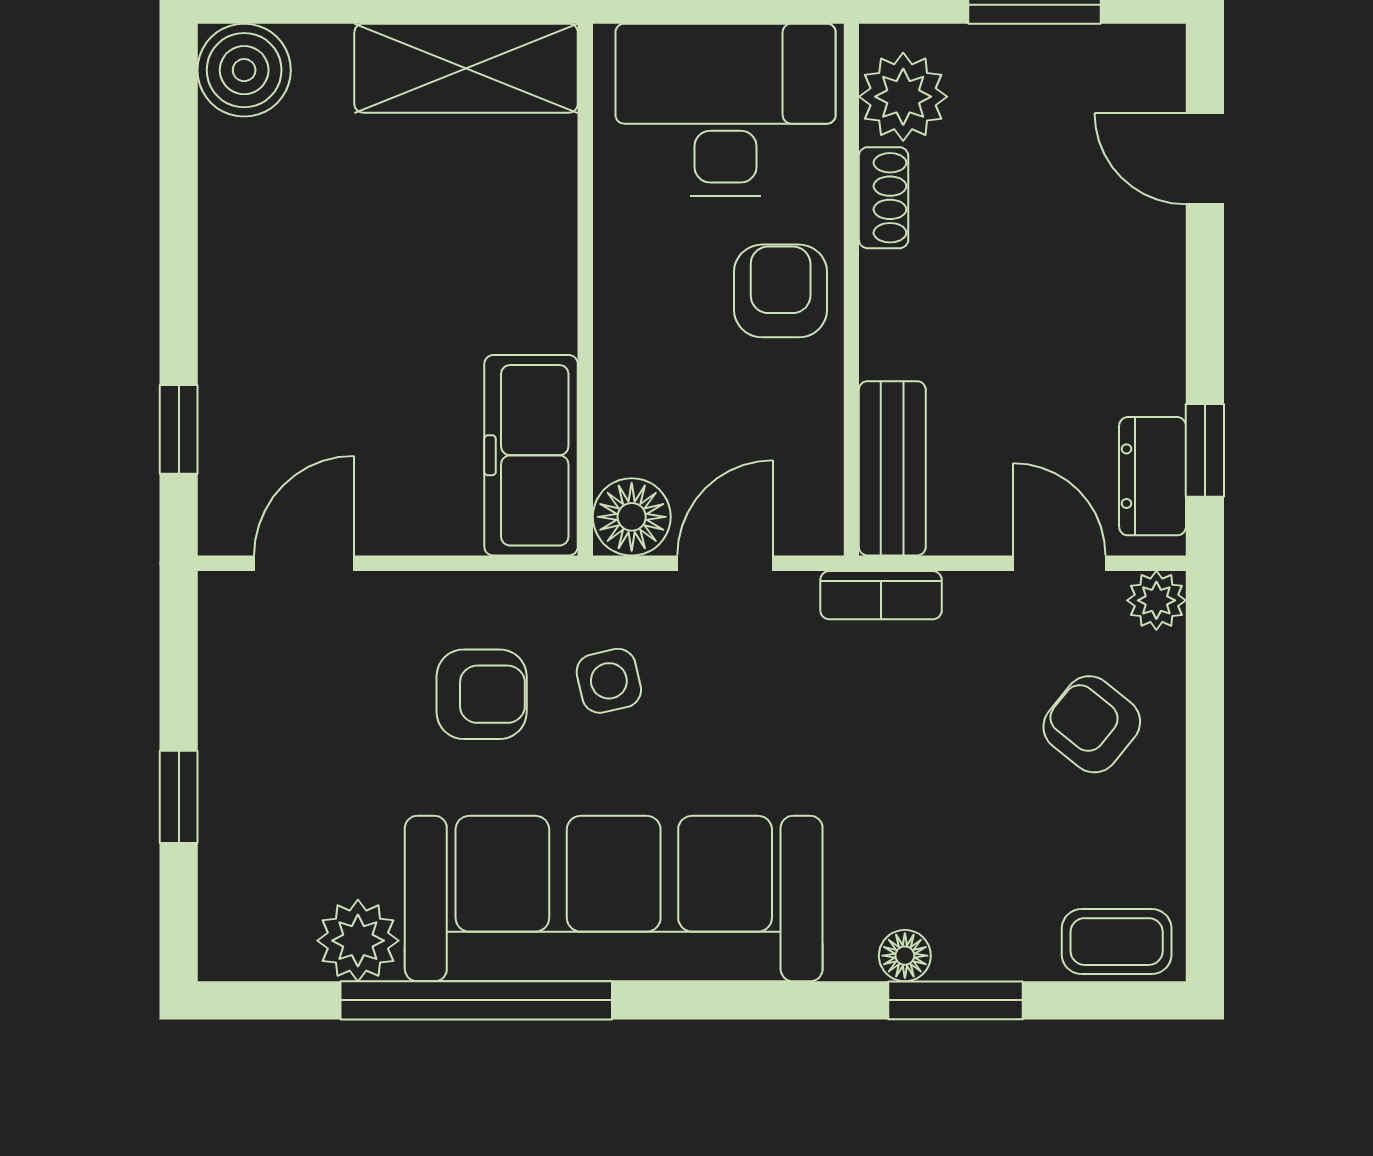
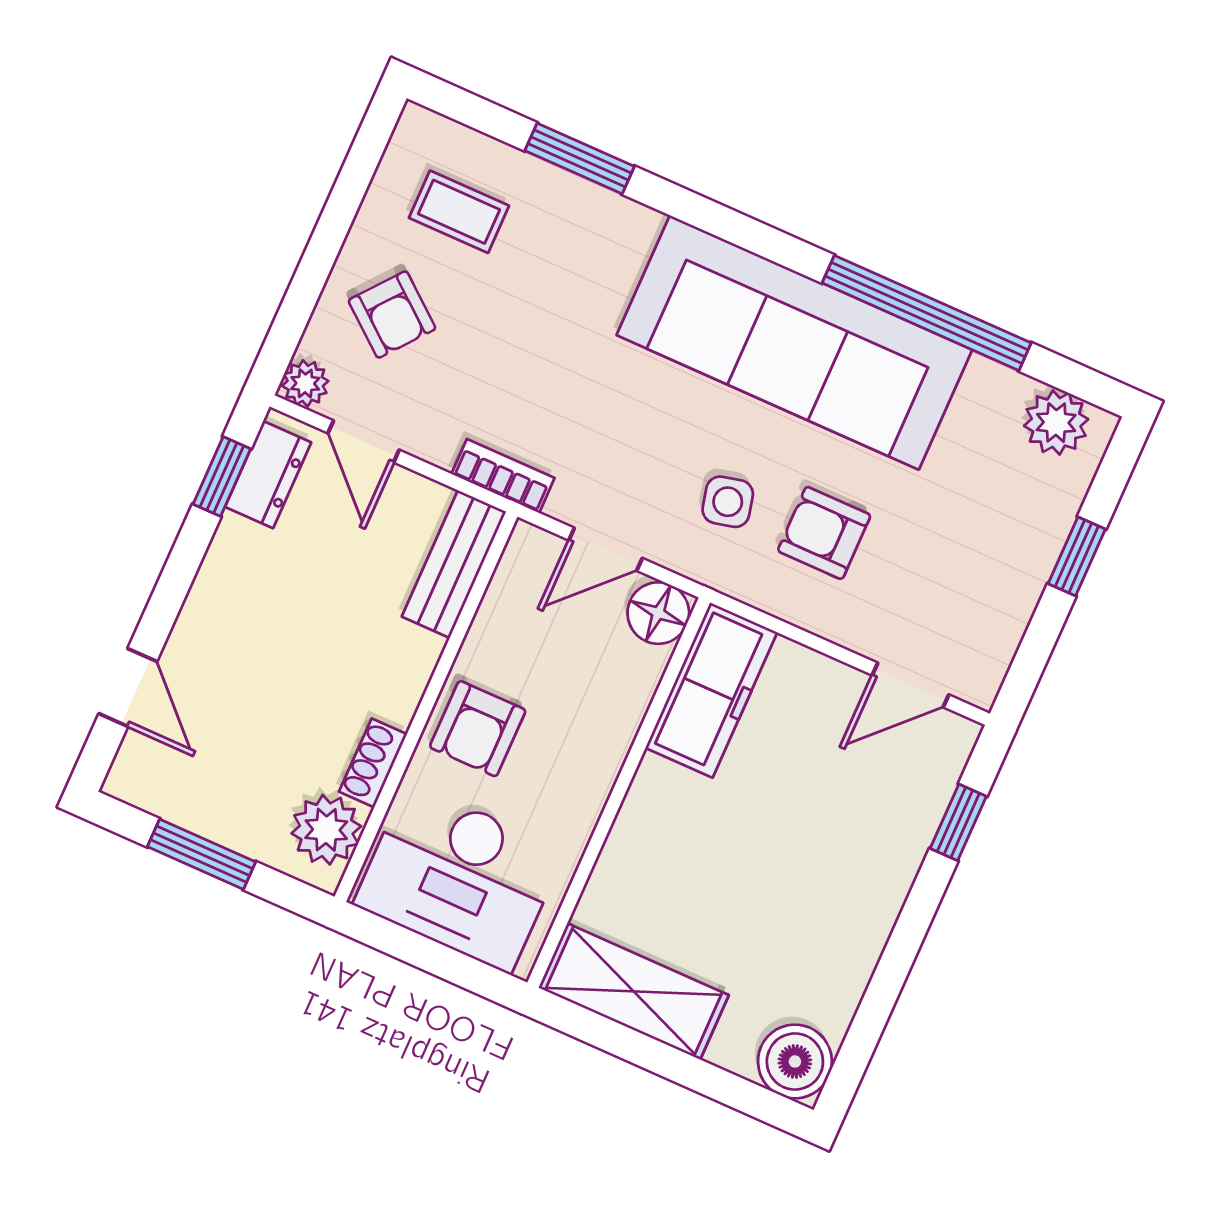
plant: (358, 941) -> (1056, 423), moved
coffee table: (1117, 942) -> (459, 212), moved
floor lamp: (905, 956) -> (602, 207), removed

